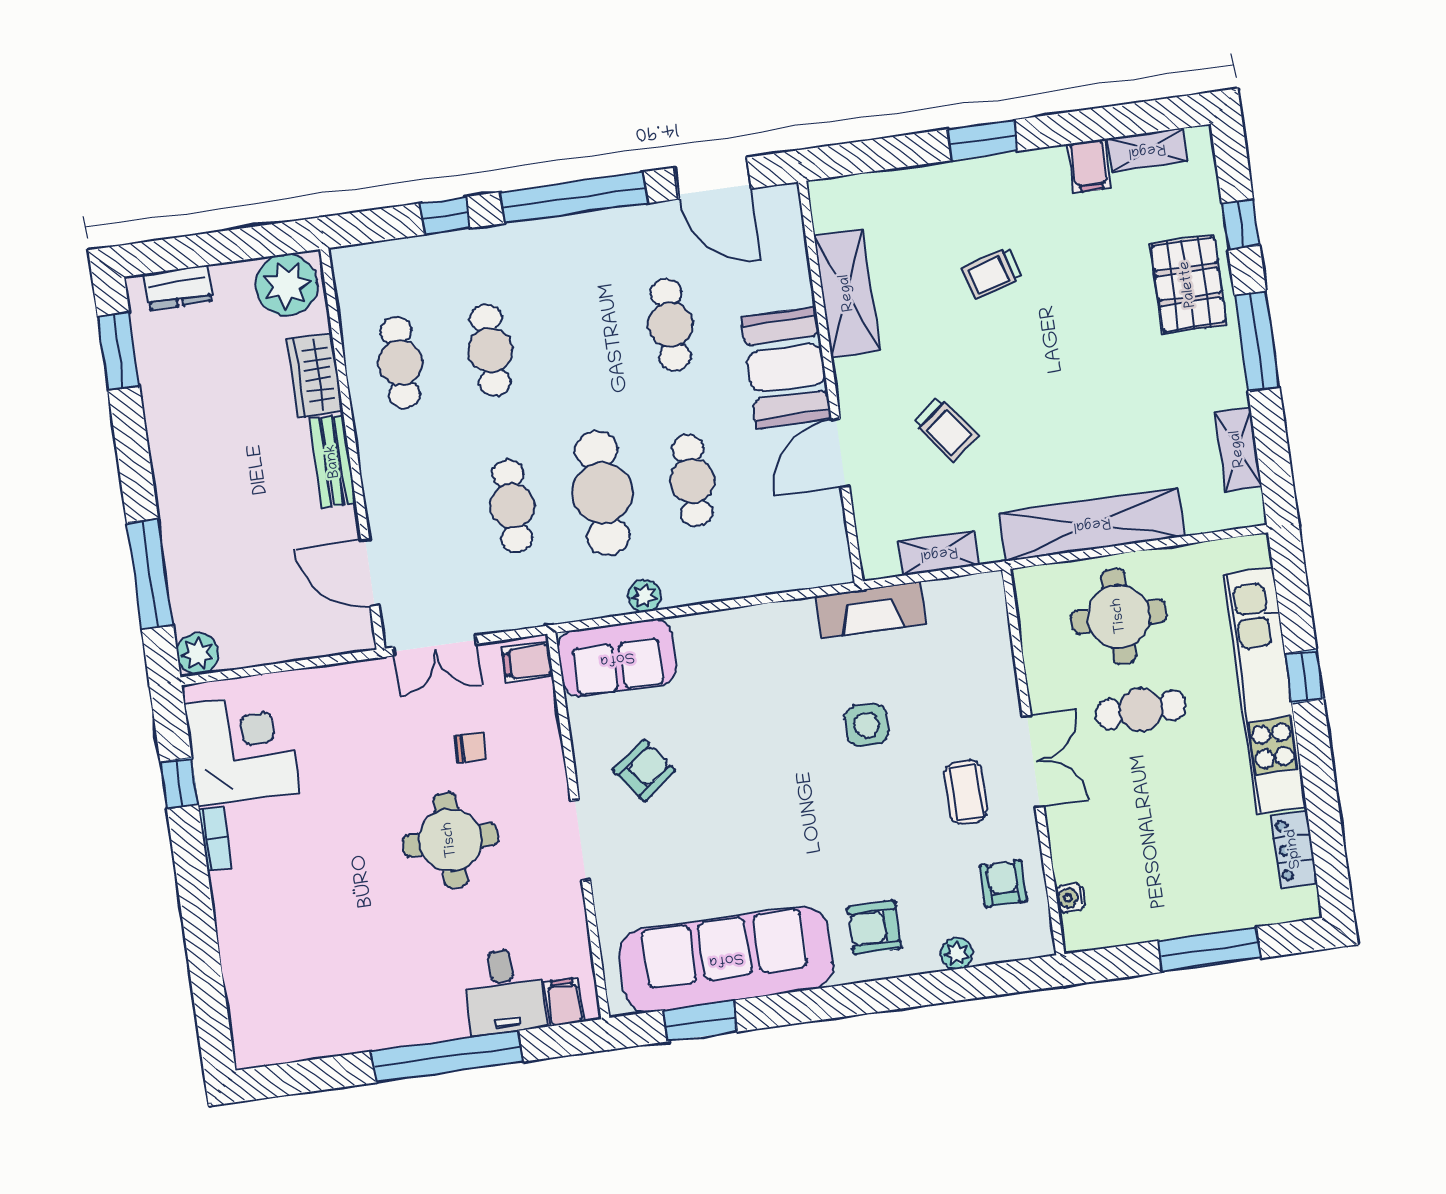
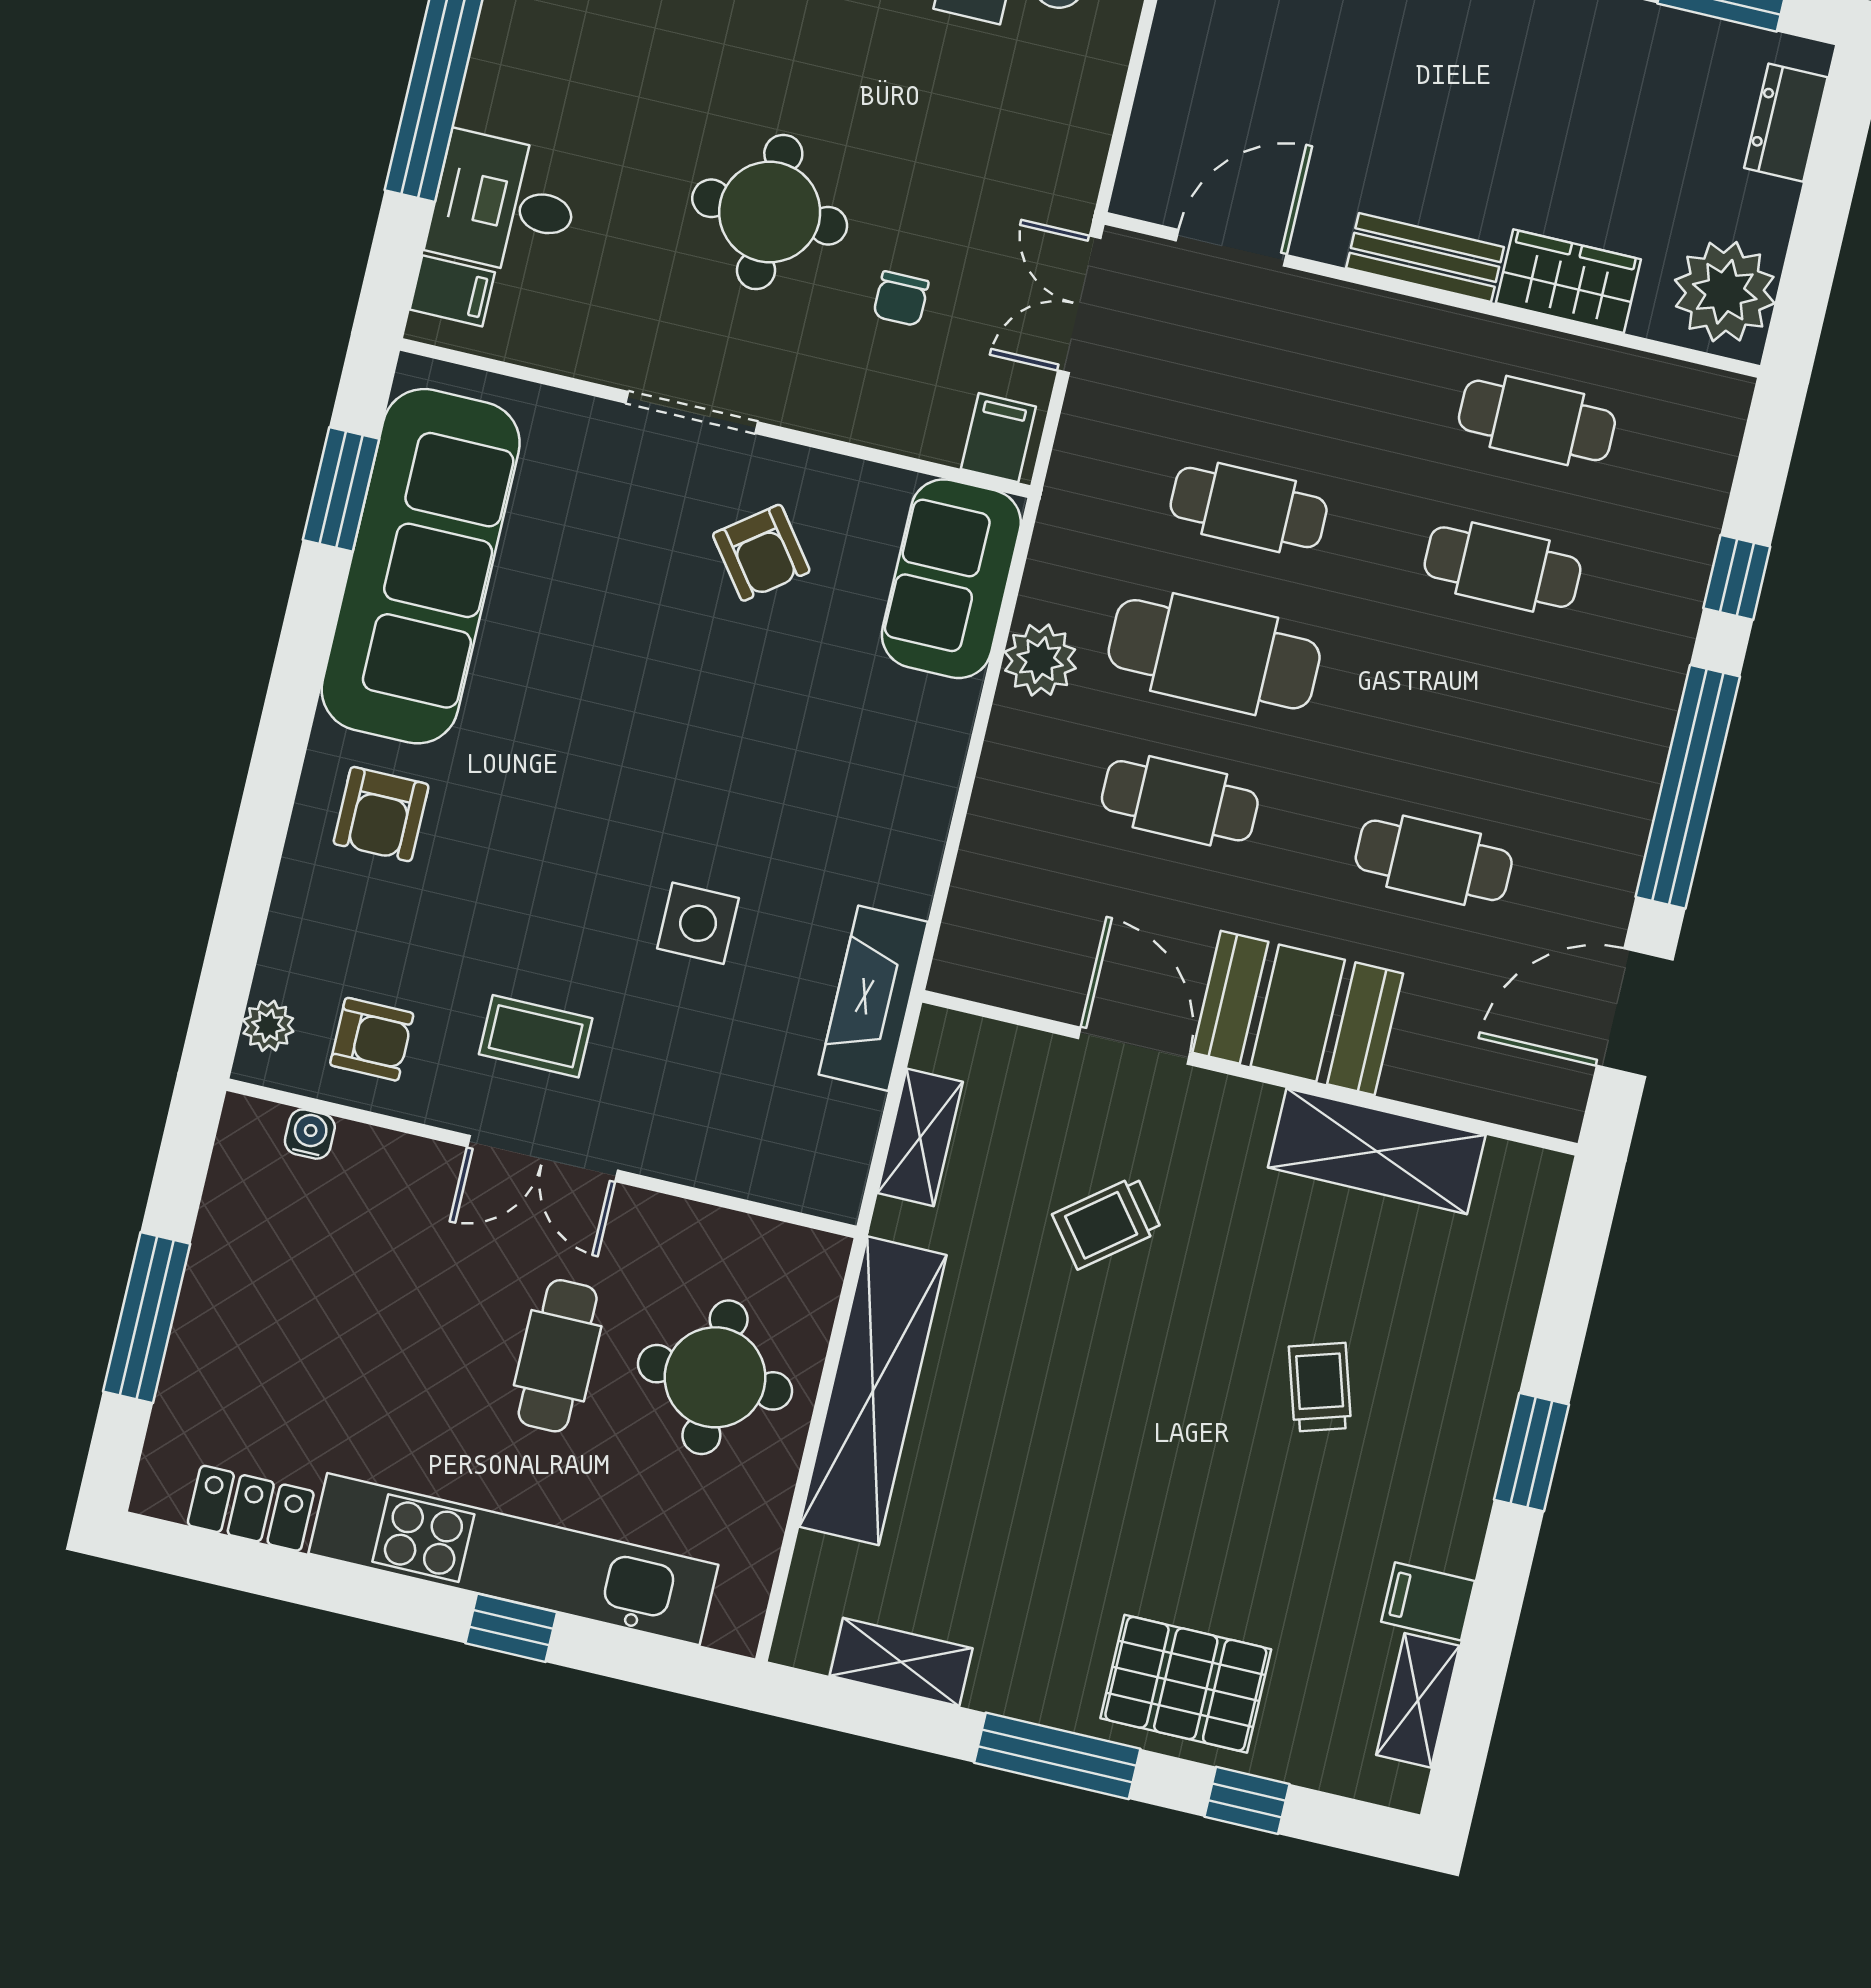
plant: (644, 596) -> (1040, 660), width x1.38, depth x1.38
armchair: (874, 928) -> (381, 814), turned 180
plant: (957, 953) -> (268, 1026), moved

